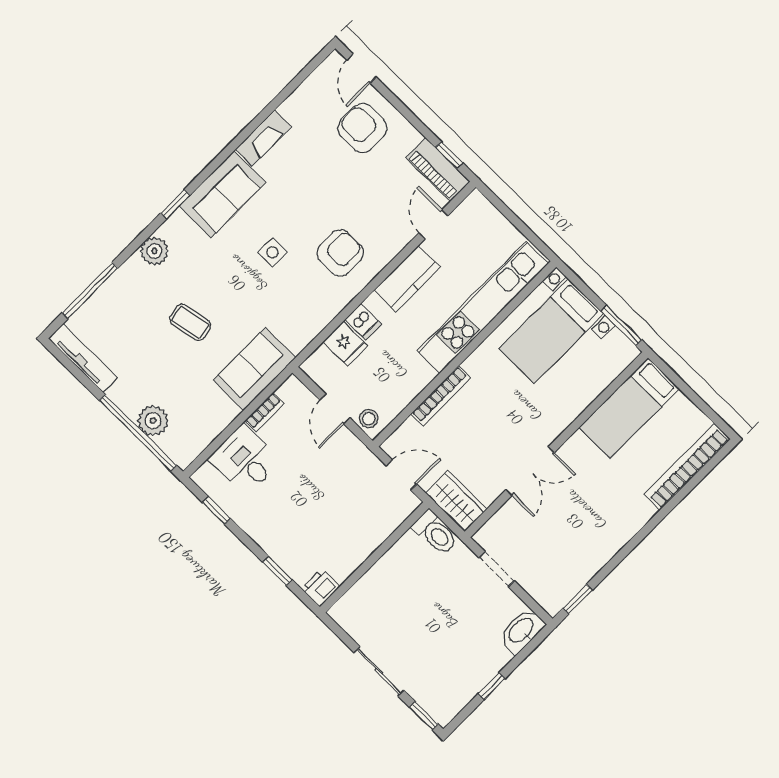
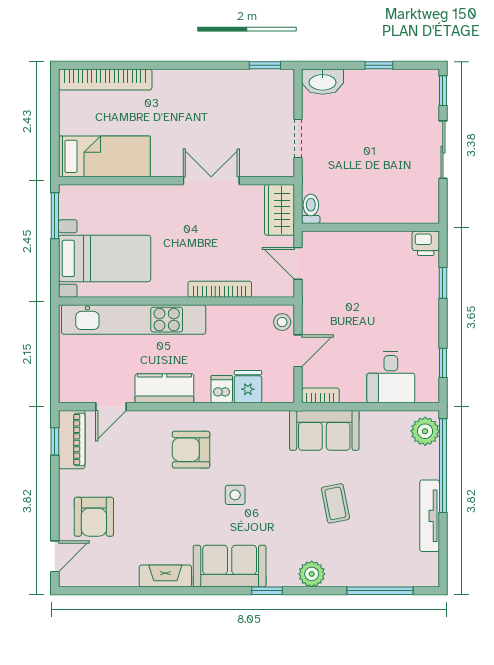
tv unit: (83, 358) -> (430, 516), moved
bookcase: (264, 412) -> (320, 395), moved
plant: (153, 421) -> (425, 431), moved
toilet: (435, 533) -> (311, 209), width x0.73, depth x0.72

